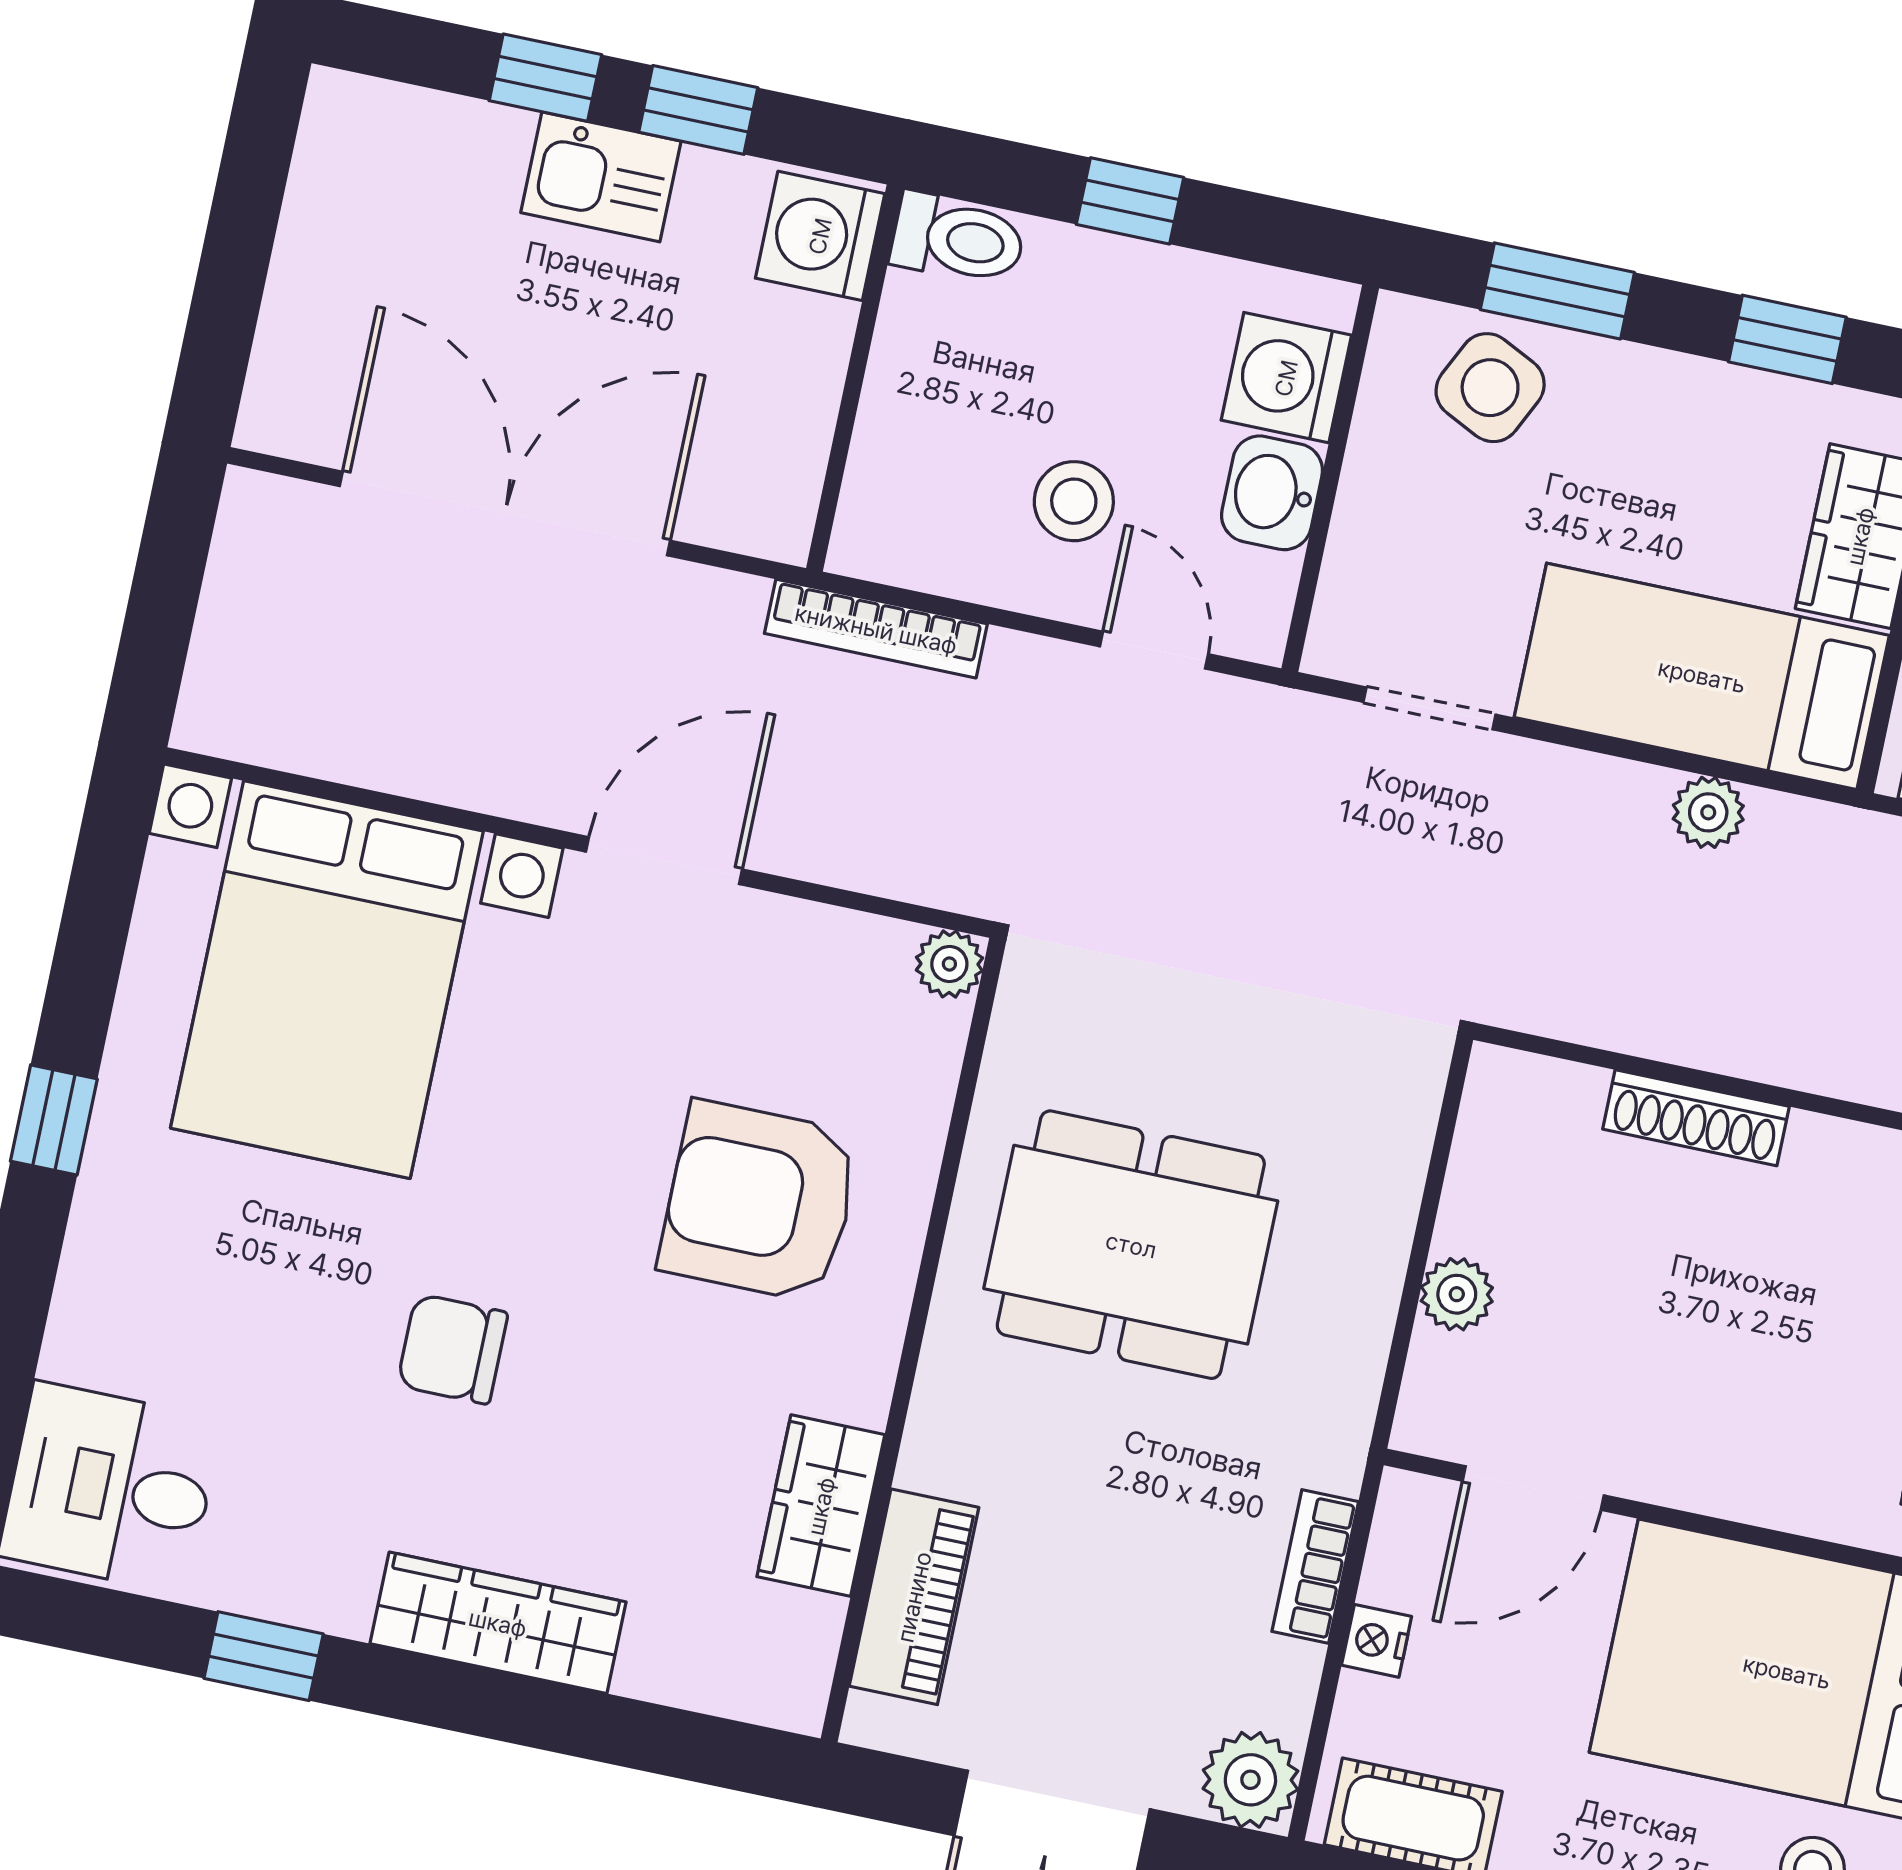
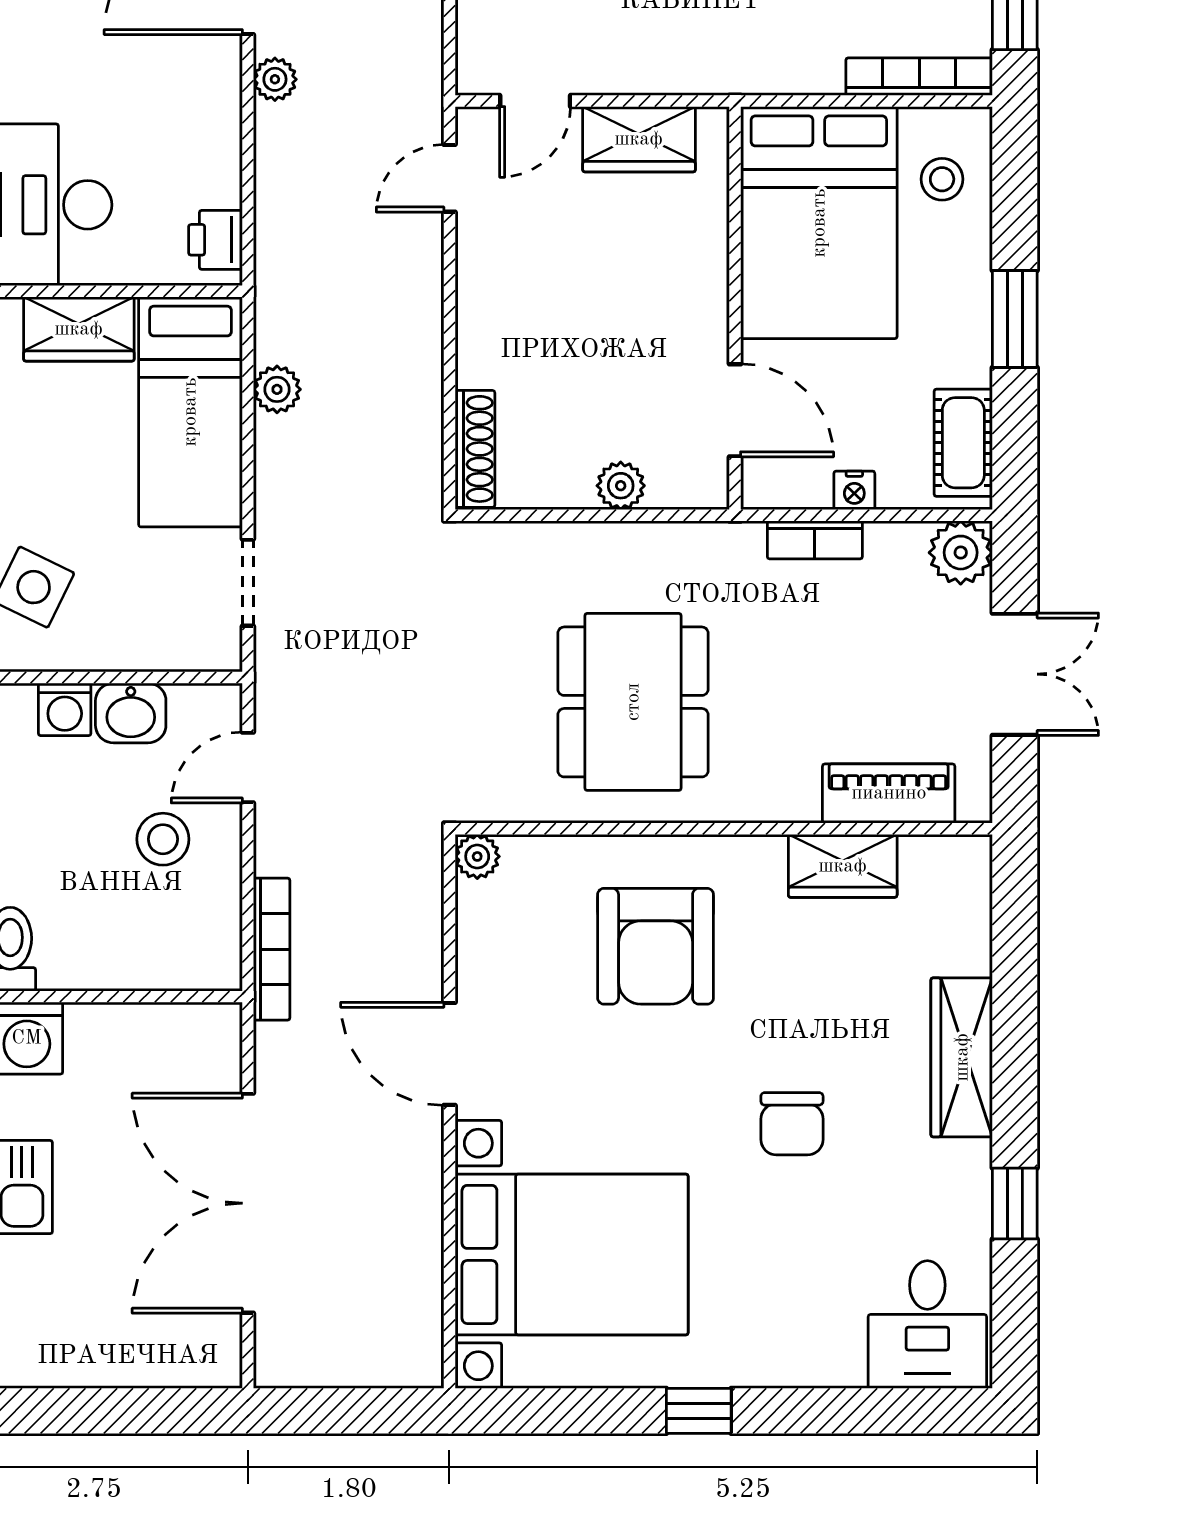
washing machine: (1286, 378) -> (65, 709), width x0.73, depth x0.73
shoe rack: (1696, 1118) -> (475, 449), moved

